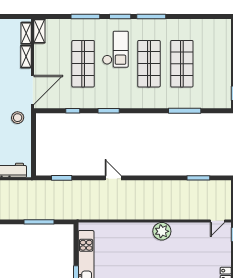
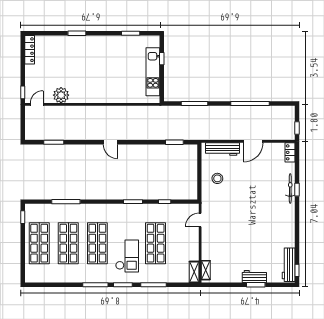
checkout: (115, 49) -> (127, 256), turned 180
shelving: (26, 57) -> (206, 249), removed
shop shelf: (215, 64) -> (39, 243), added
door: (33, 90) -> (200, 220), width x0.53
stool: (18, 118) -> (217, 178), moved
door: (113, 178) -> (110, 142), moved
plant: (162, 231) -> (61, 95), moved

